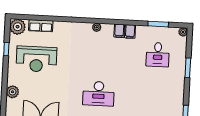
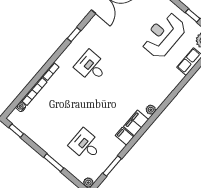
filing cabinet: (119, 31) -> (136, 123), width x2.00
desk: (99, 94) -> (91, 67), width x0.73

